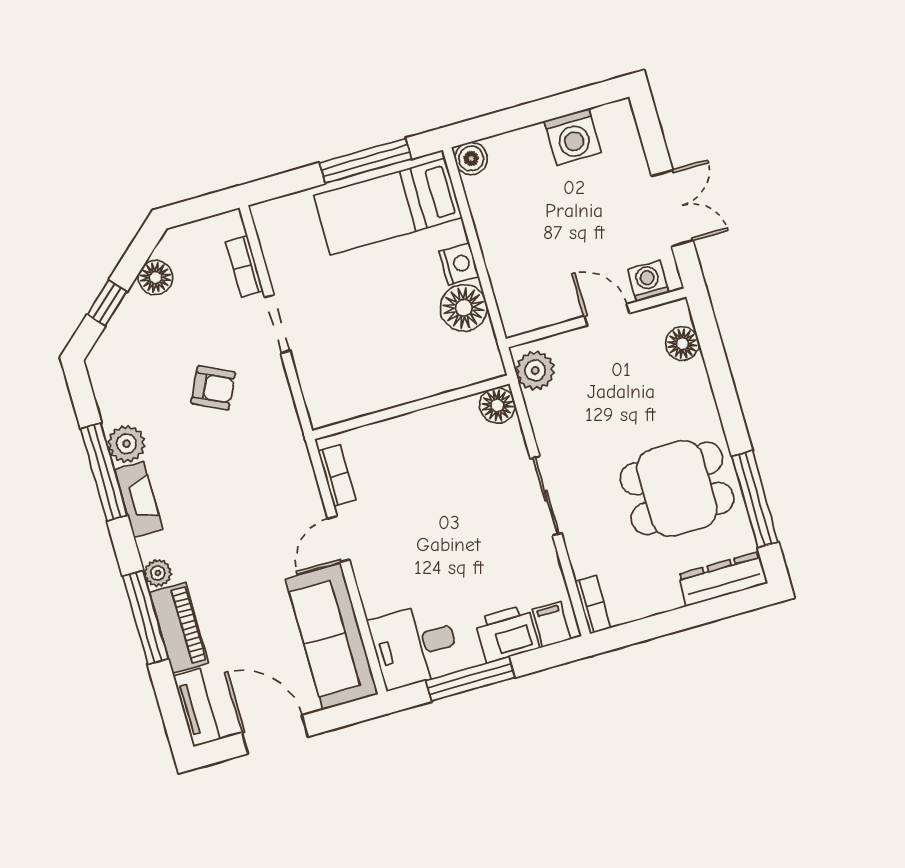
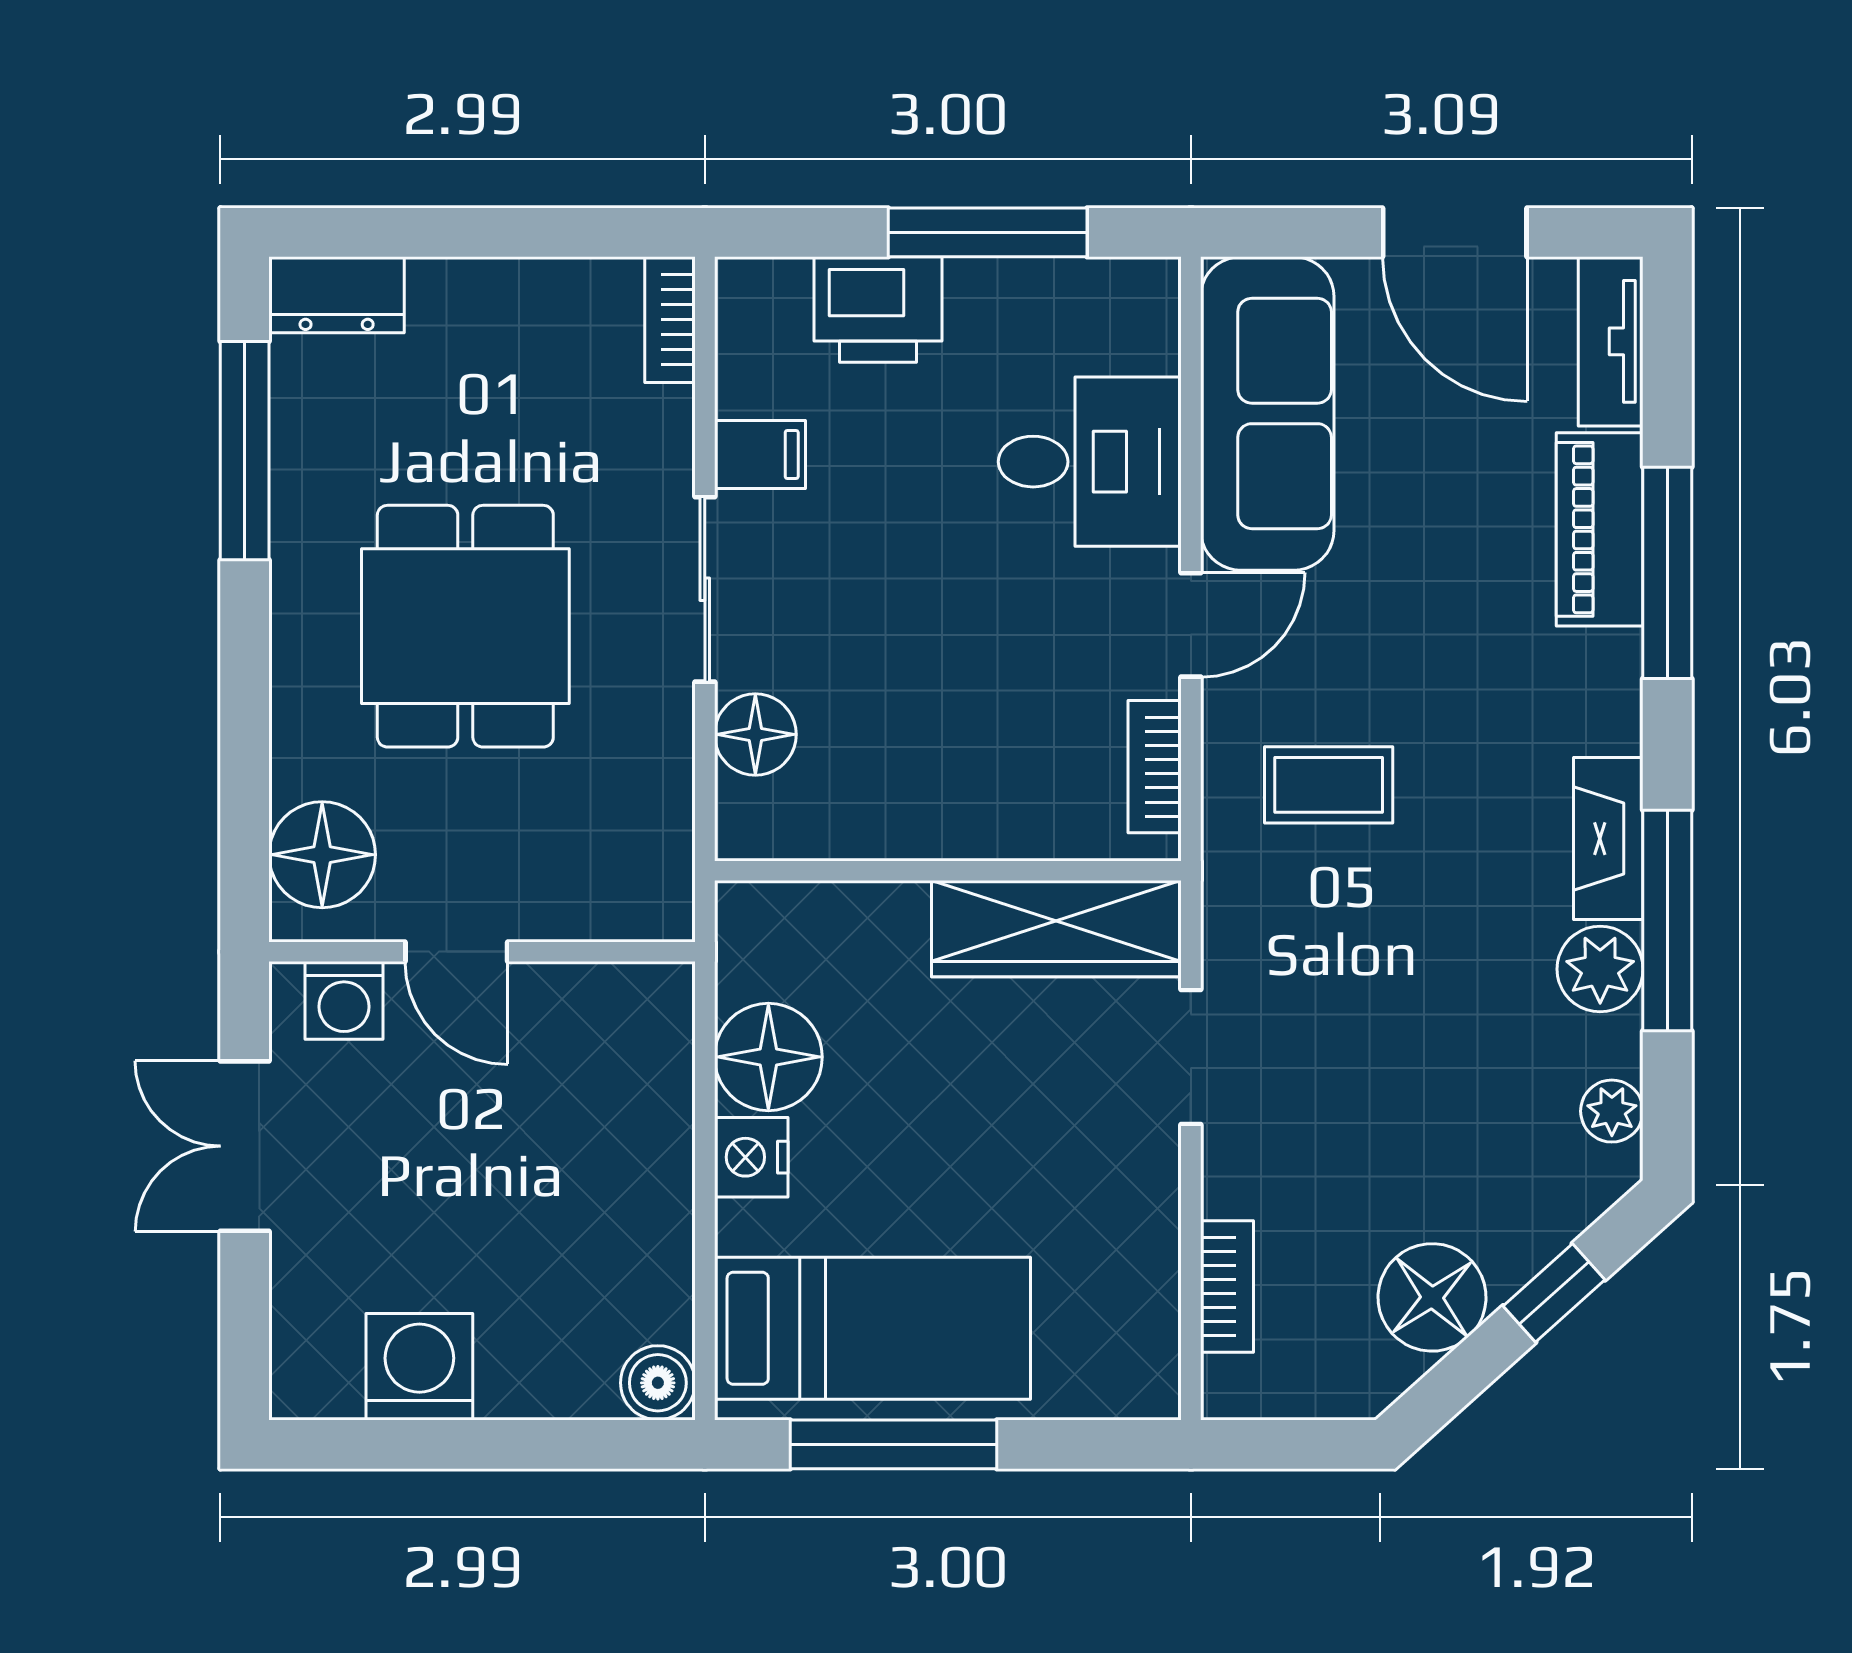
floor lamp: (156, 278) -> (1432, 1297), width x1.38, depth x1.38
doorway: (277, 324) -> (1191, 1057), moved
floor lamp: (682, 344) -> (322, 855), width x1.38, depth x1.38
plant: (535, 370) -> (650, 874), removed
armchair: (213, 388) -> (1373, 1038), removed
wardrobe: (359, 396) -> (1056, 929), added
floor lamp: (497, 405) -> (755, 734), moved
coffee table: (262, 488) -> (1329, 785), added
dining table: (677, 488) -> (465, 626), moved, turned 90
plant: (158, 573) -> (1612, 1111), moved
dresser: (723, 579) -> (337, 295), width x0.70
filing cabinet: (552, 624) -> (760, 454), moved, turned -90
desk: (415, 646) -> (1090, 462), moved

